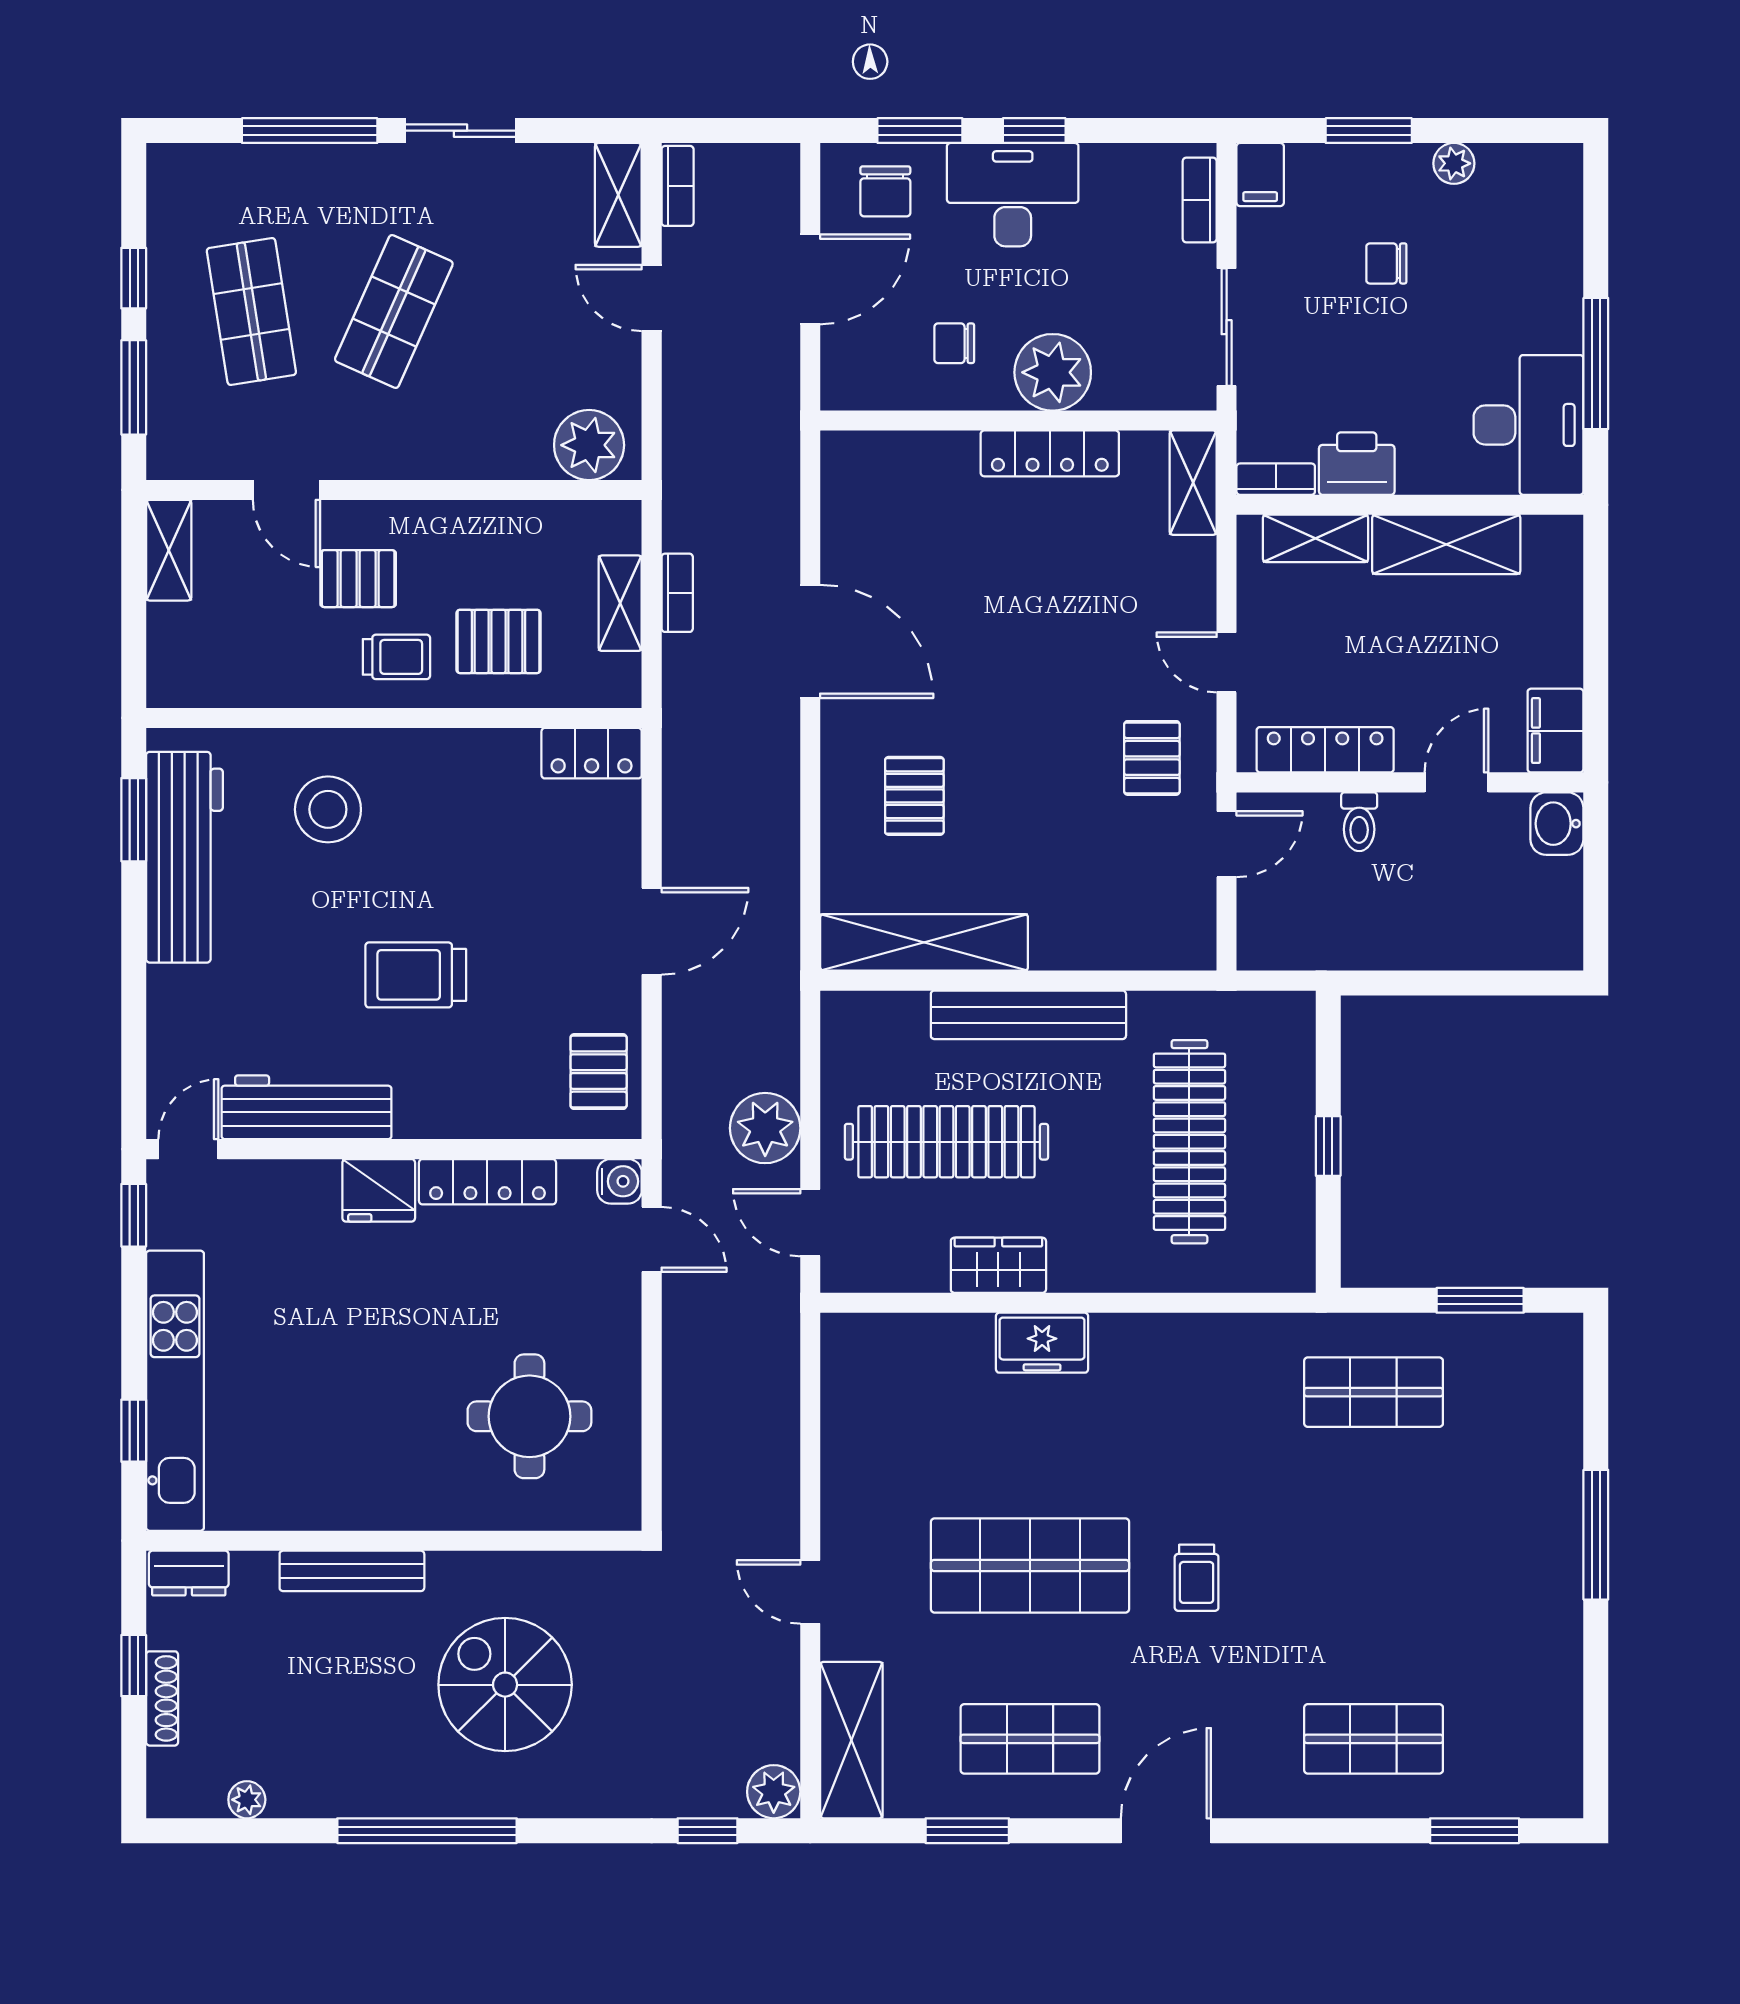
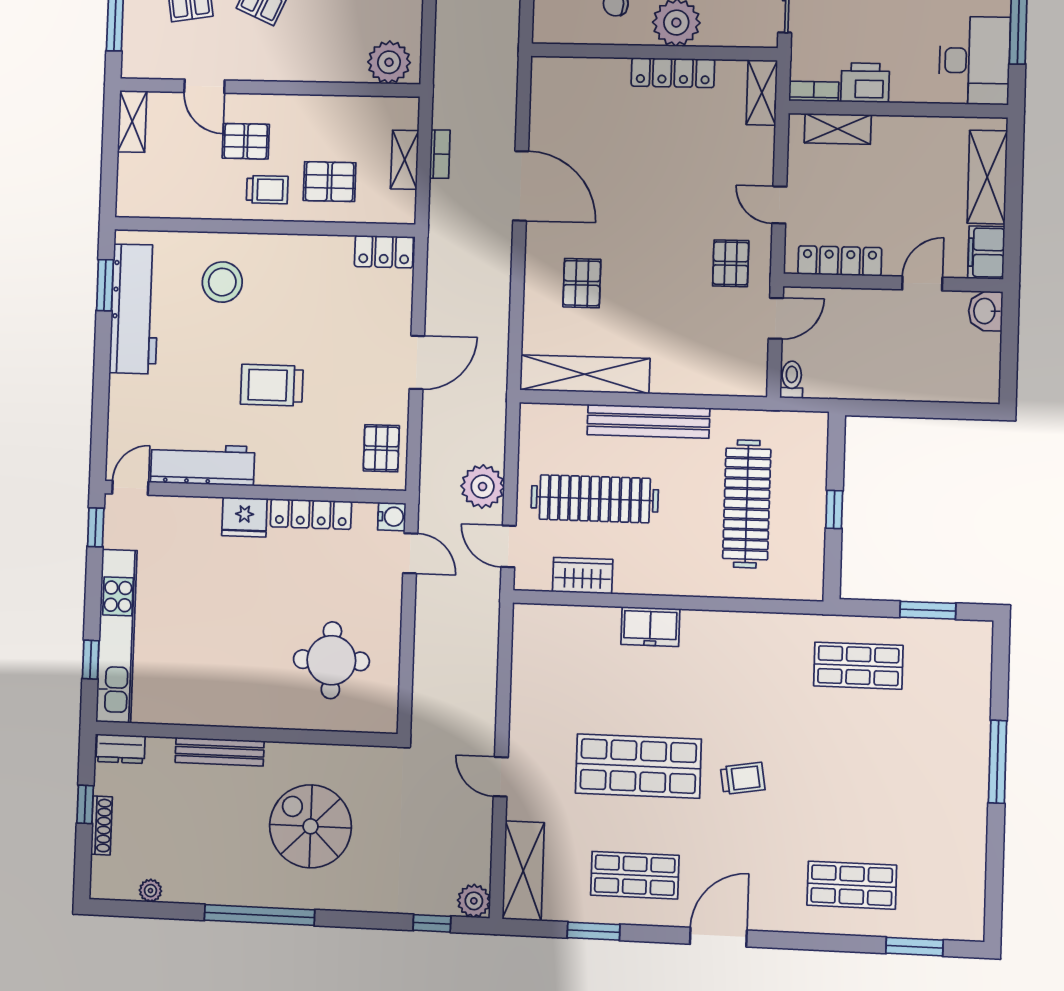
shelving: (1446, 544) -> (987, 177), moved, turned 90
toilet: (1359, 822) -> (792, 380), moved, turned 180
wardrobe: (998, 1265) -> (583, 576), moved
trolley: (1197, 1578) -> (743, 778), turned -99

